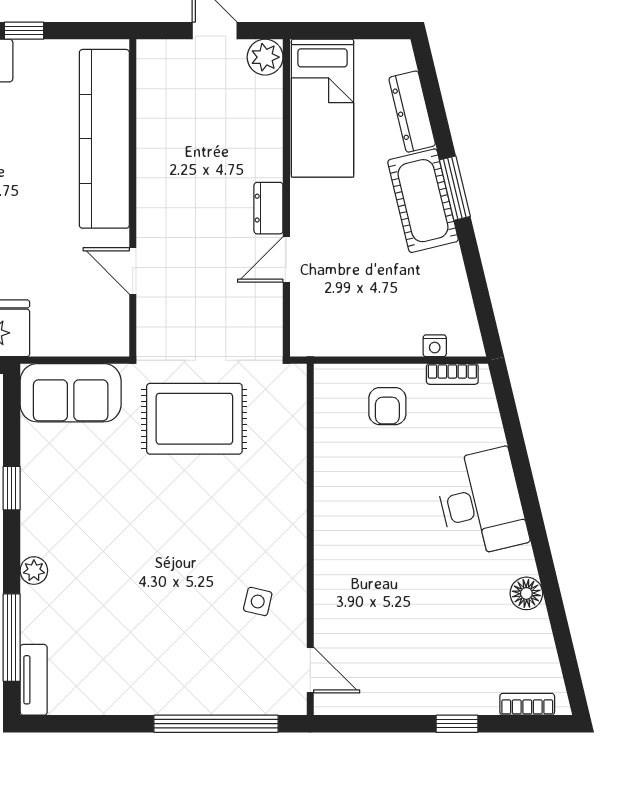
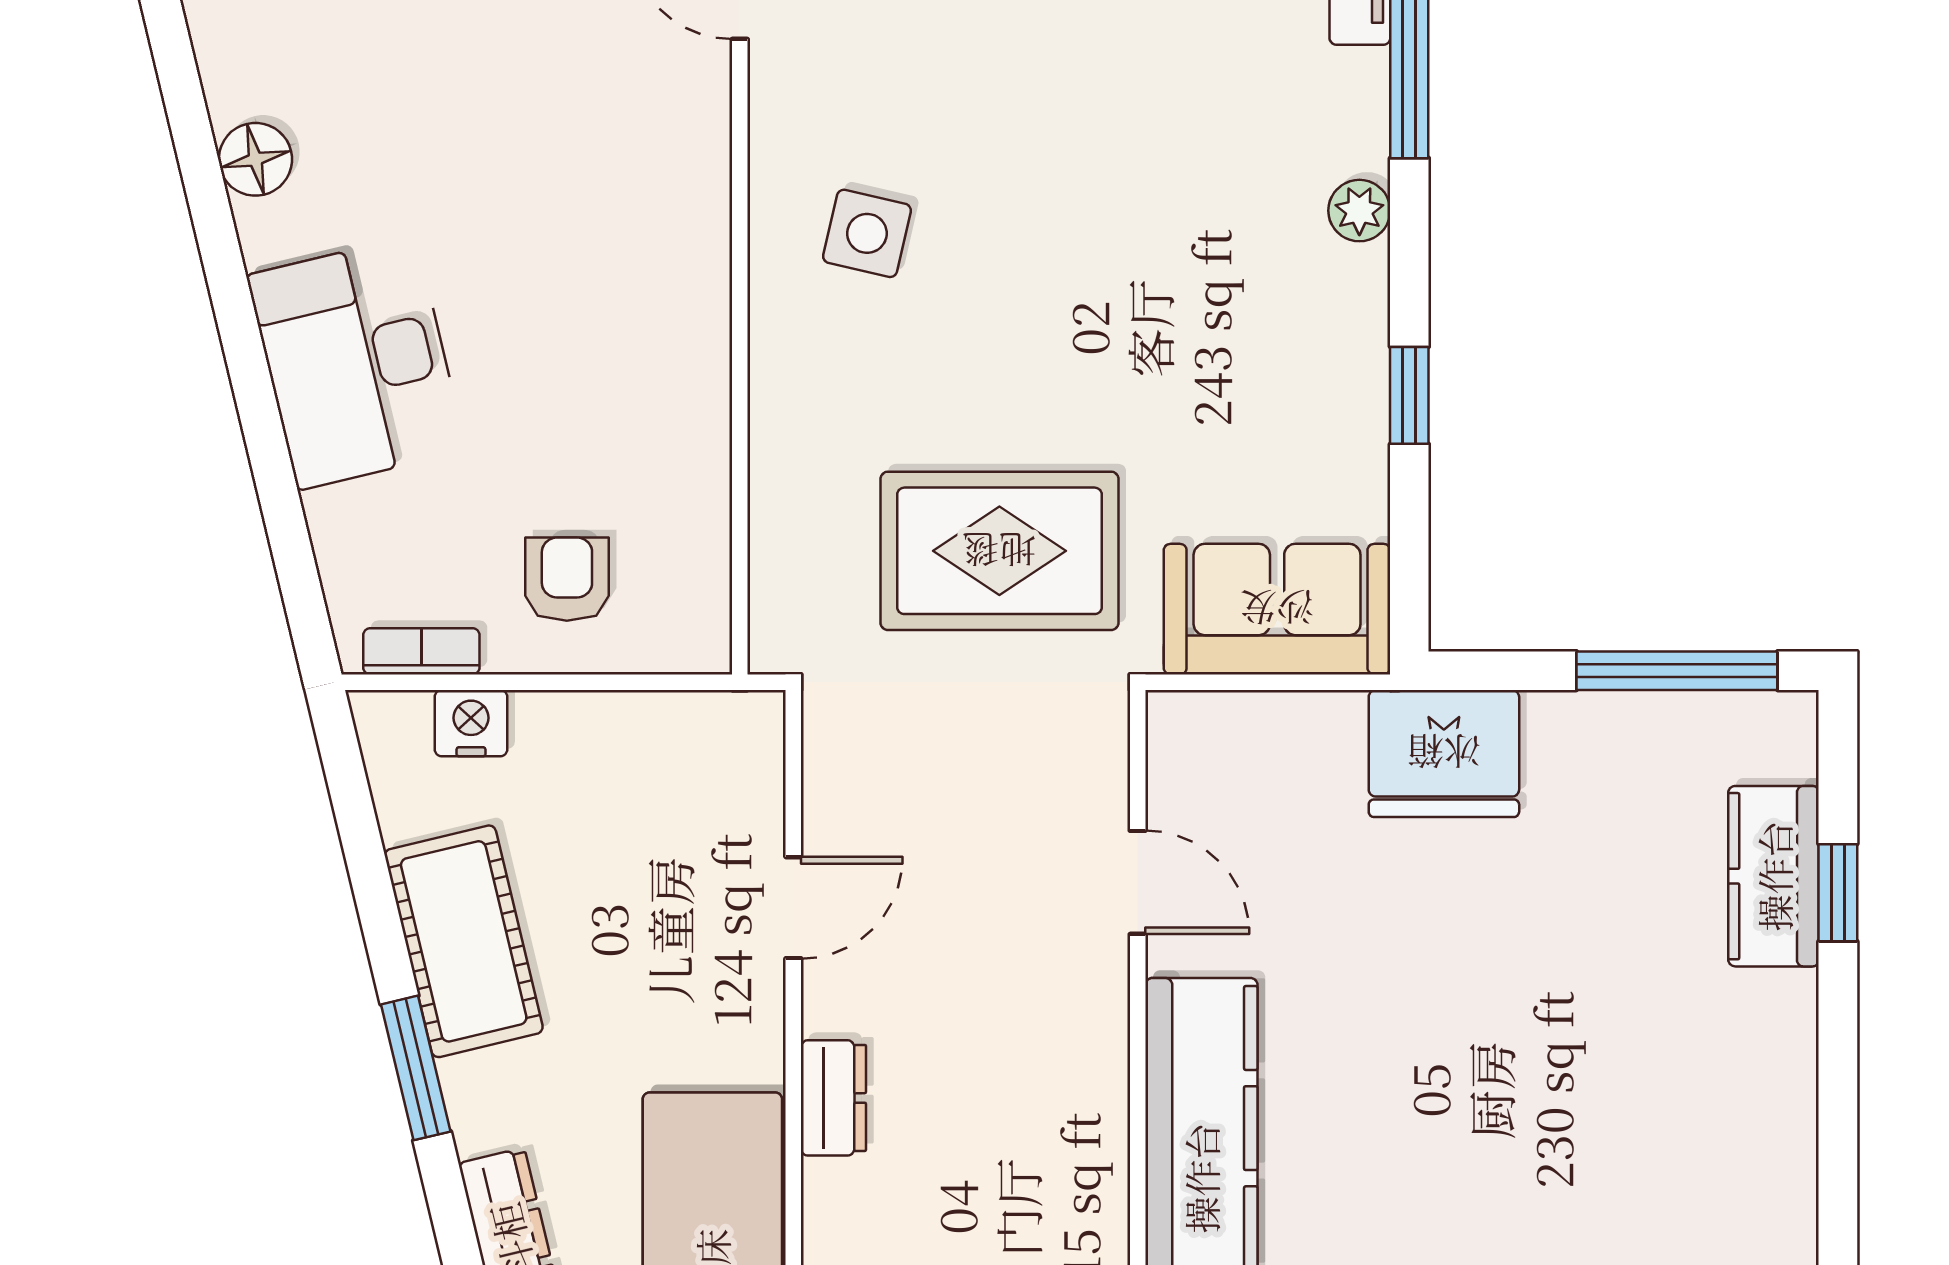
cot: (423, 201) -> (464, 941), moved
dresser: (268, 208) -> (833, 1098), moved
nightstand: (435, 346) -> (471, 723), width x1.39, depth x1.35
side table: (258, 601) -> (867, 233), moved, width x1.37, depth x1.37

